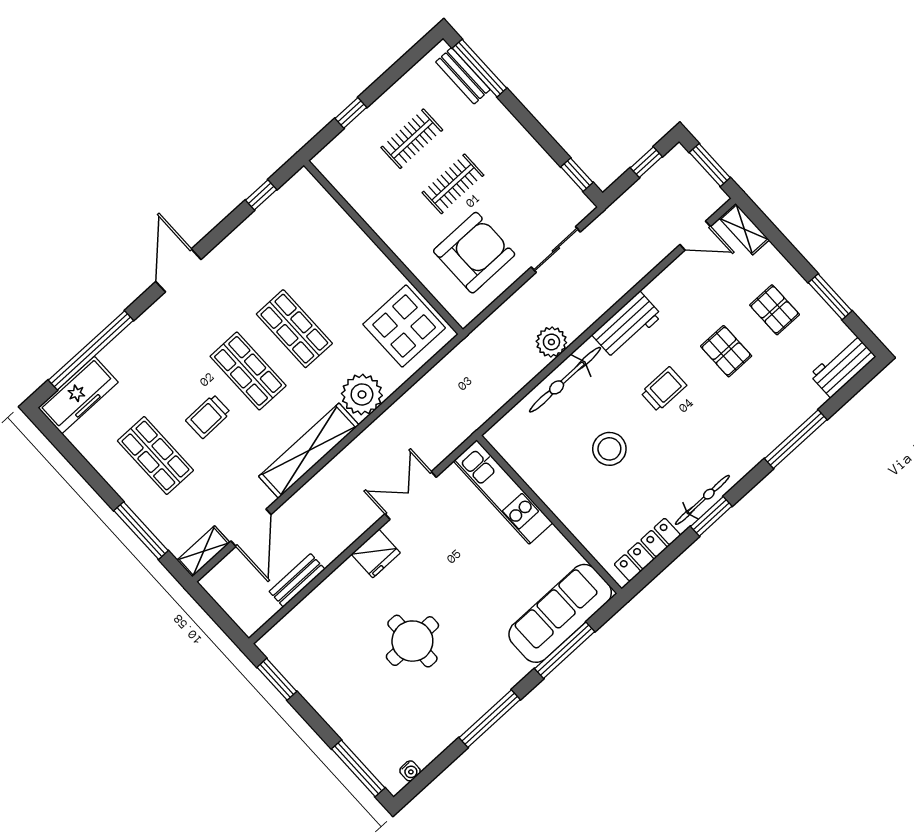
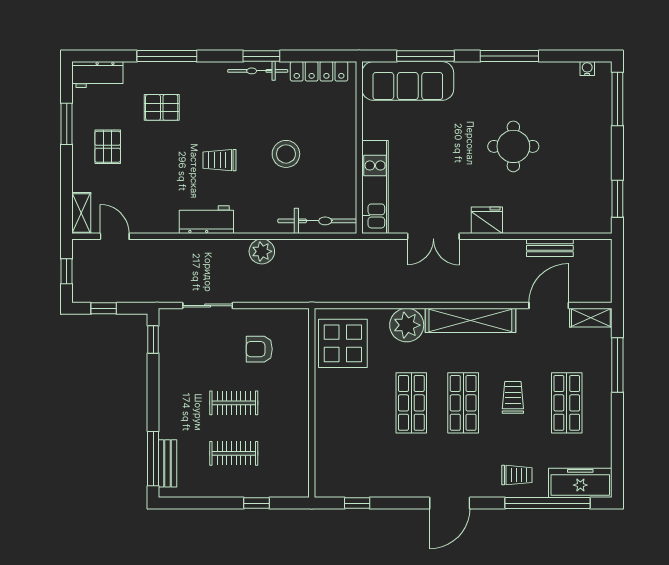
window: (710, 165) -> (67, 271), width x0.67
armchair: (474, 253) -> (259, 349), width x0.53, depth x0.53
trolley: (141, 350) -> (517, 475), added
pallet: (726, 351) -> (162, 107), moved, turned 90
bicycle: (565, 380) -> (317, 221), moved
trolley: (208, 417) -> (513, 397), turned -89

